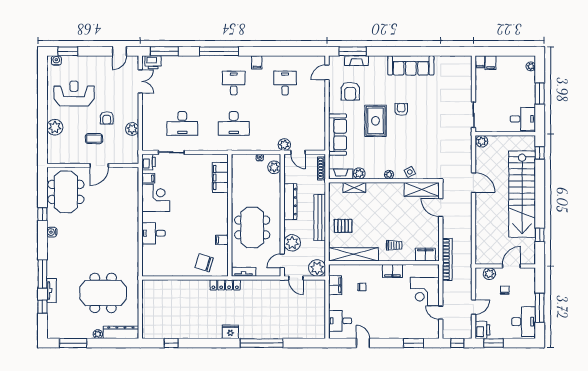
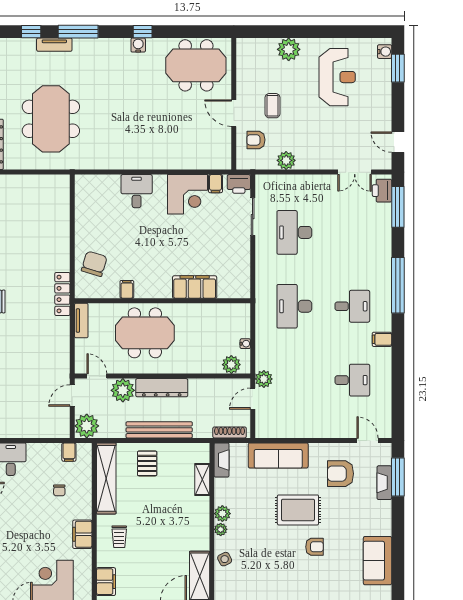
sofa: (411, 65) -> (378, 561), width x0.73
armchair: (107, 118) -> (256, 140), moved
plant: (359, 173) -> (222, 514), moved
filing cabinet: (220, 178) -> (195, 287), moved
dresser: (290, 202) -> (162, 388), moved
window: (42, 214) -> (143, 32), moved
filing cabinet: (335, 285) -> (69, 452), width x0.50

